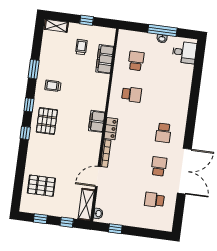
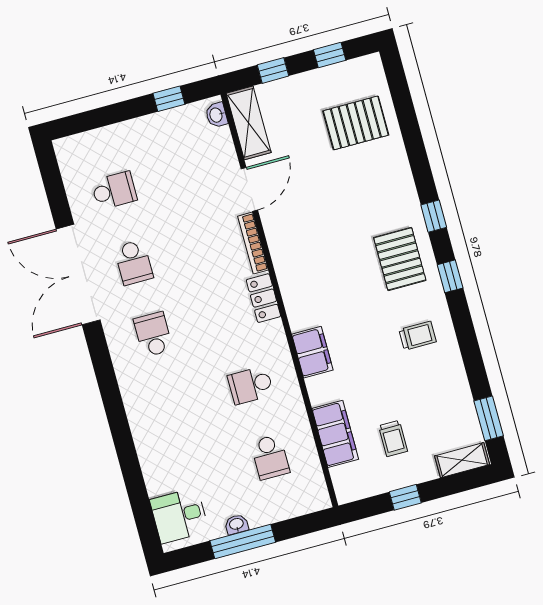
window: (34, 69) -> (489, 418), moved
filing cabinet: (97, 121) -> (312, 352), moved

